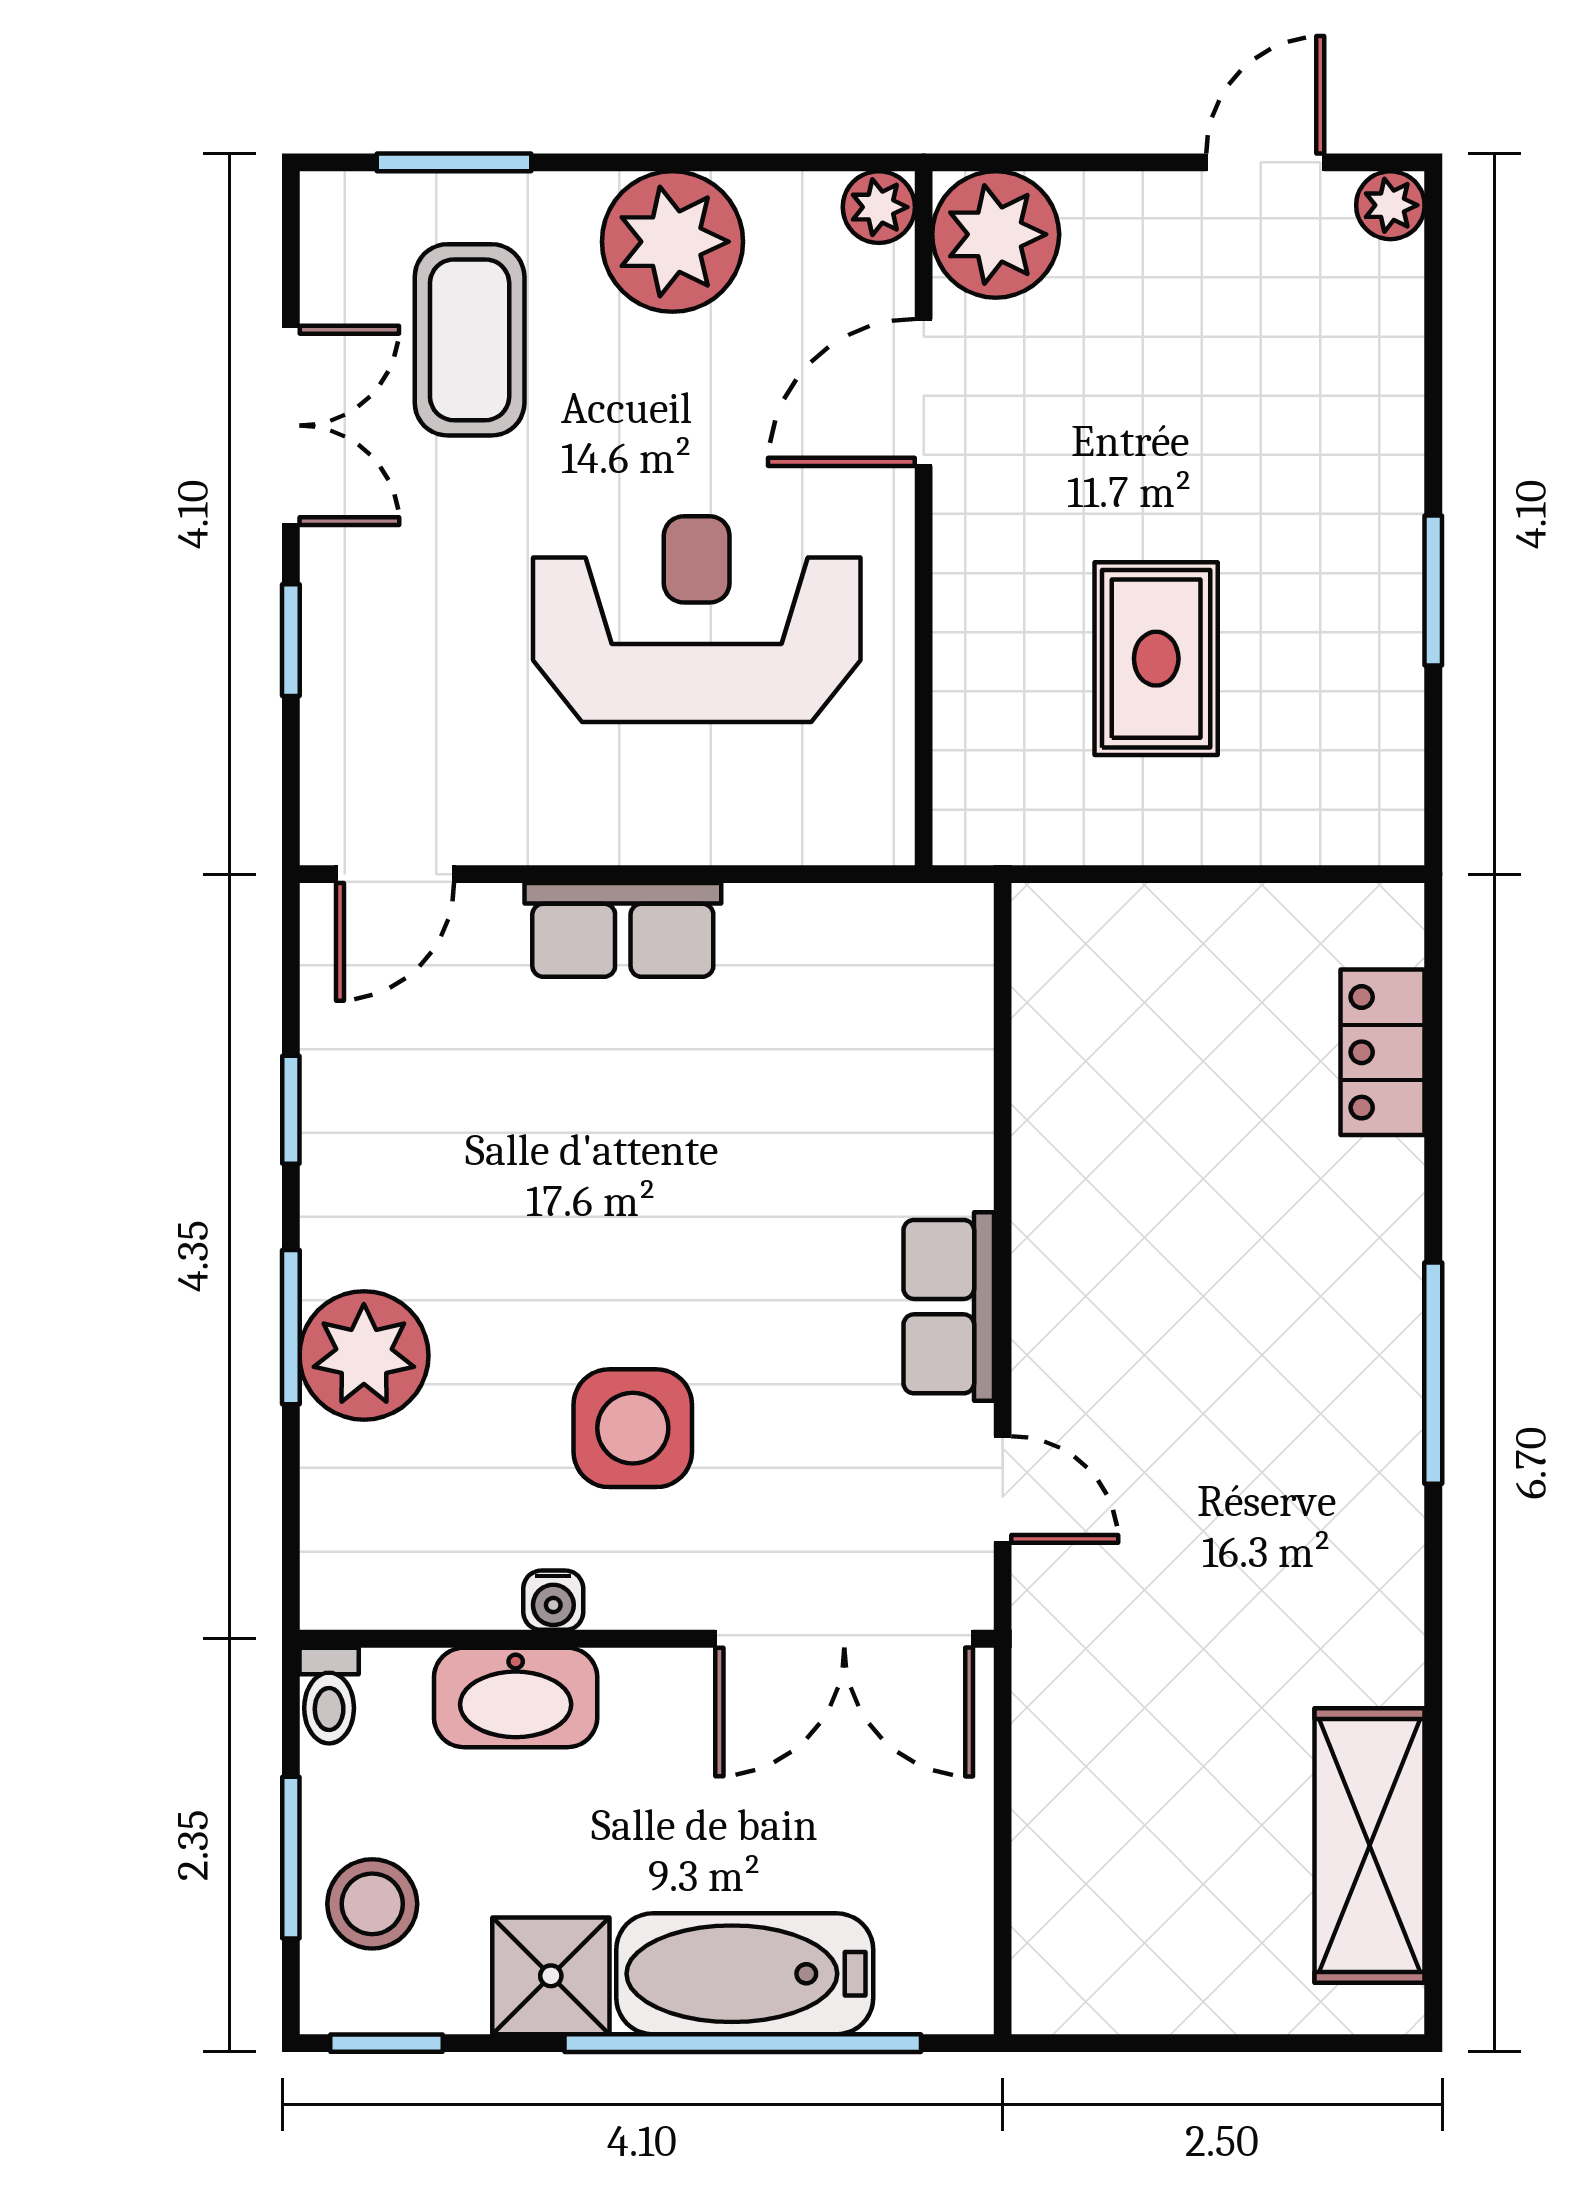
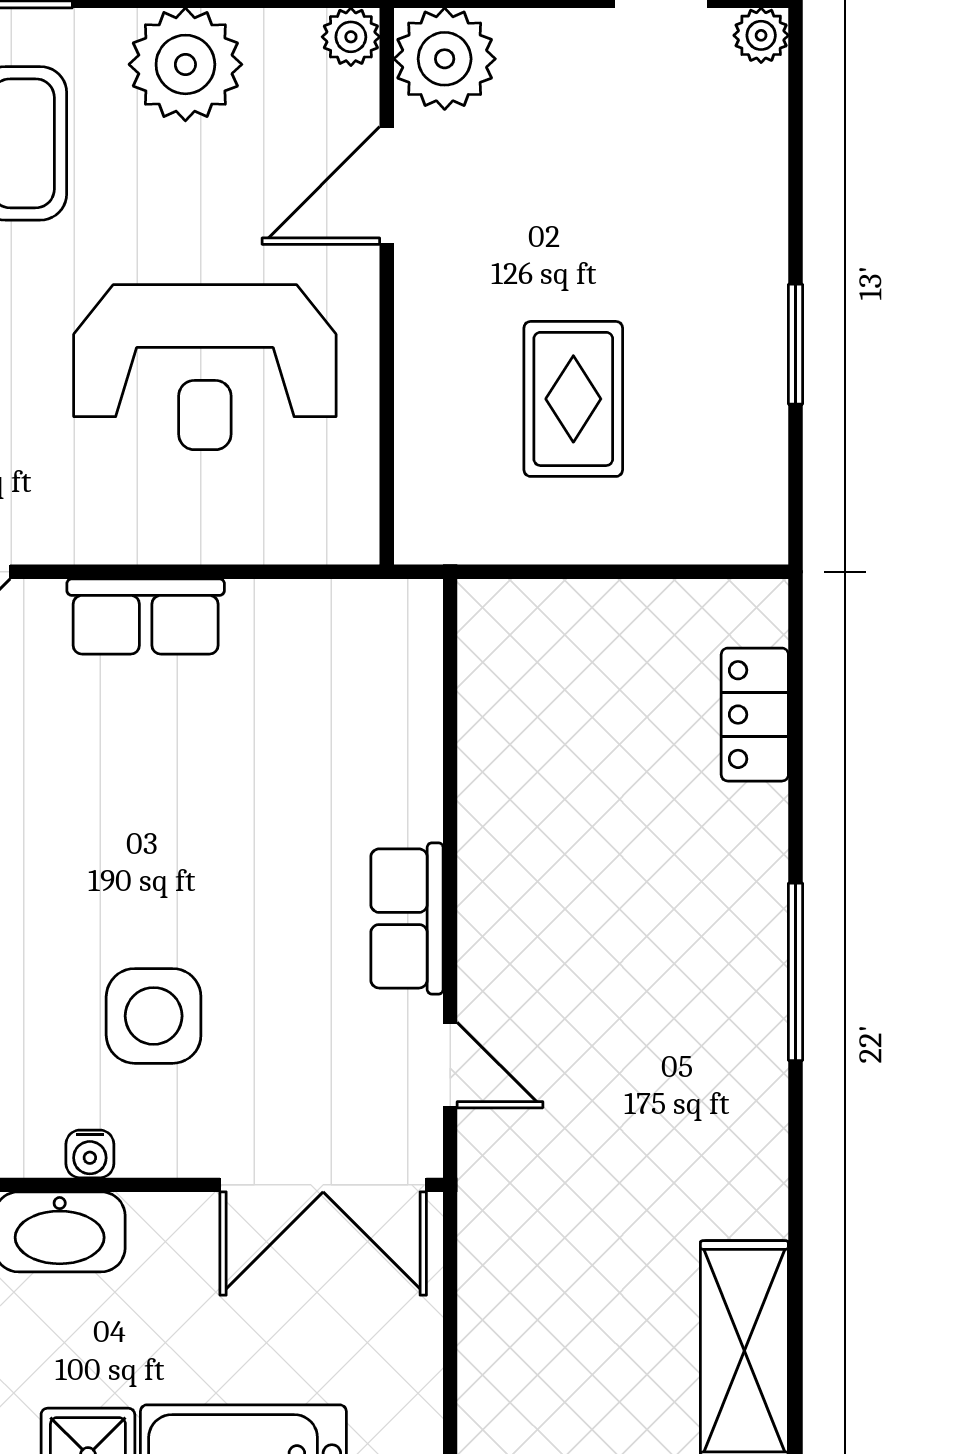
reception desk: (697, 619) -> (205, 367), turned 180

